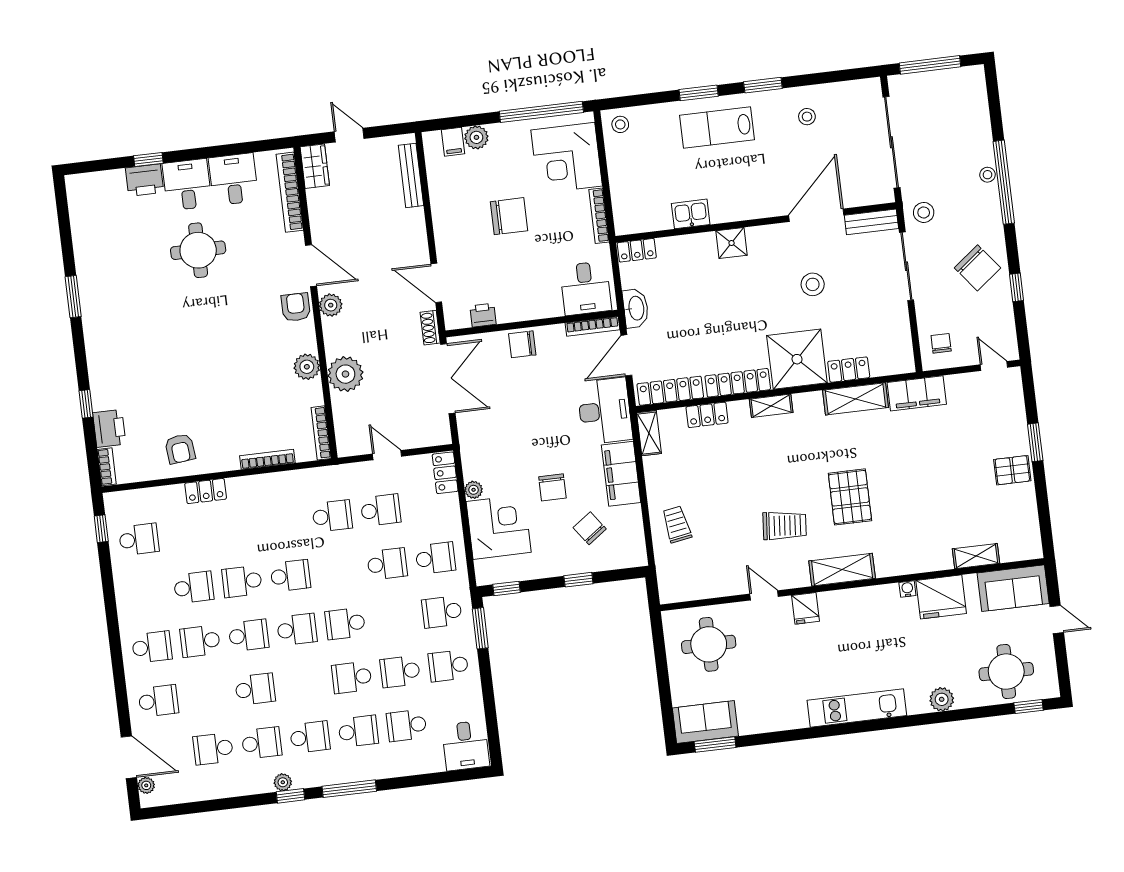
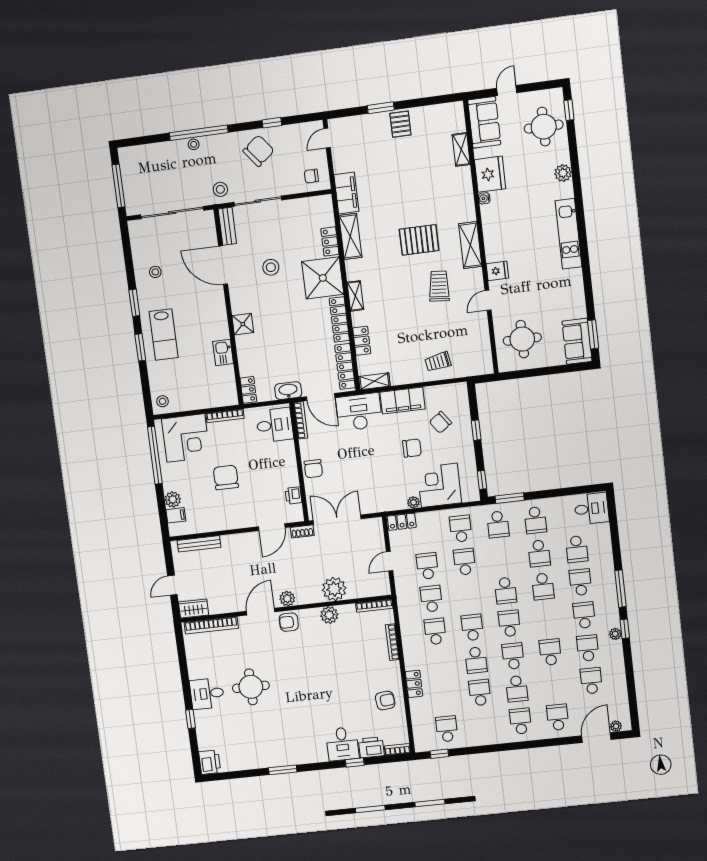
desk: (234, 179) -> (342, 744), moved, turned -90
printer: (145, 180) -> (210, 762), moved
school desk: (284, 522) -> (435, 631), added
school desk: (213, 749) -> (591, 681), turned 180

